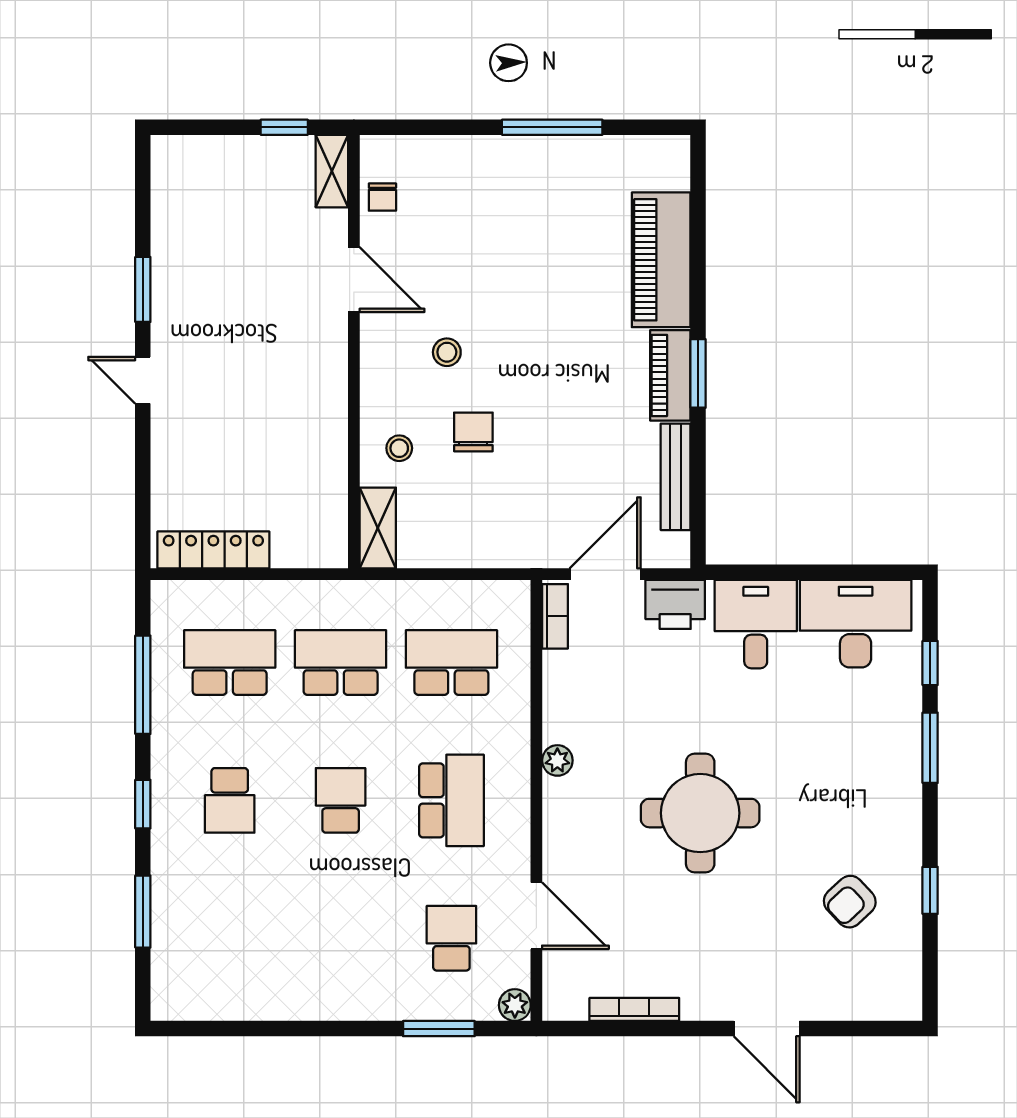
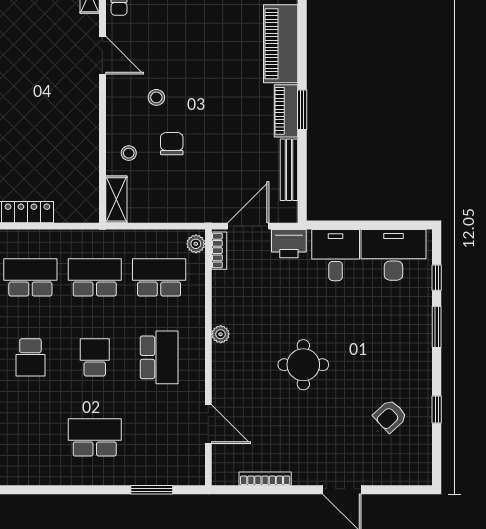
round table: (700, 813) -> (303, 365), width x0.73, depth x0.73
school desk: (451, 938) -> (95, 437), moved, width x1.85
plant: (515, 1005) -> (196, 244), moved

